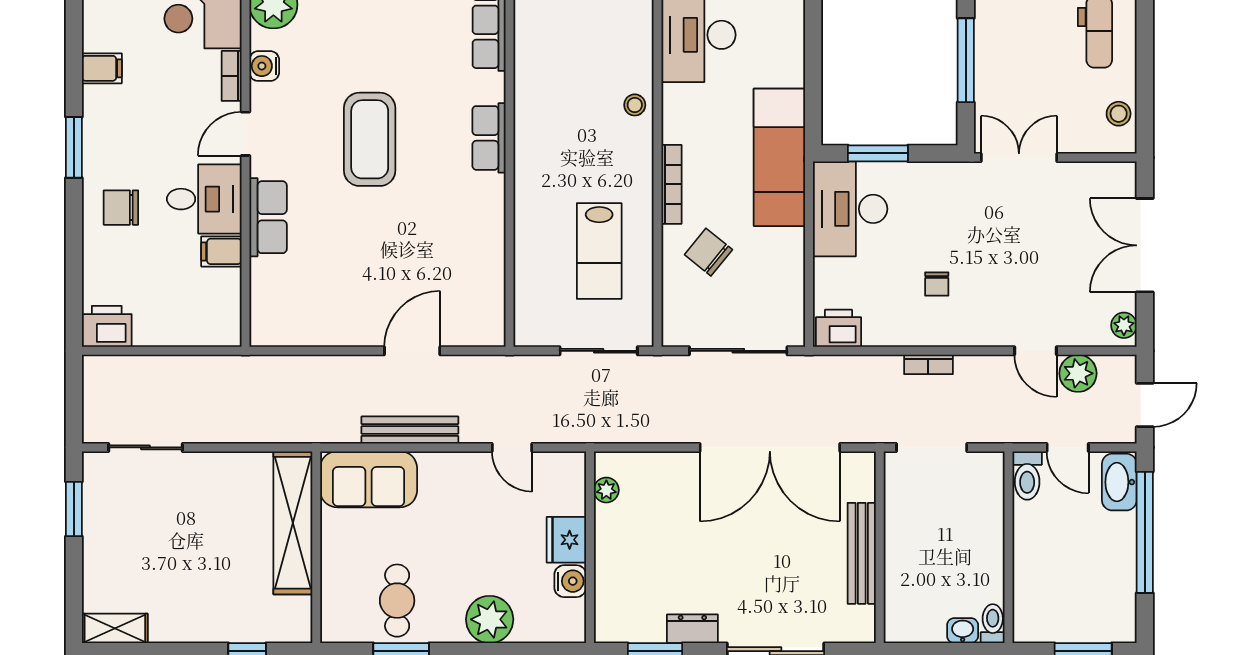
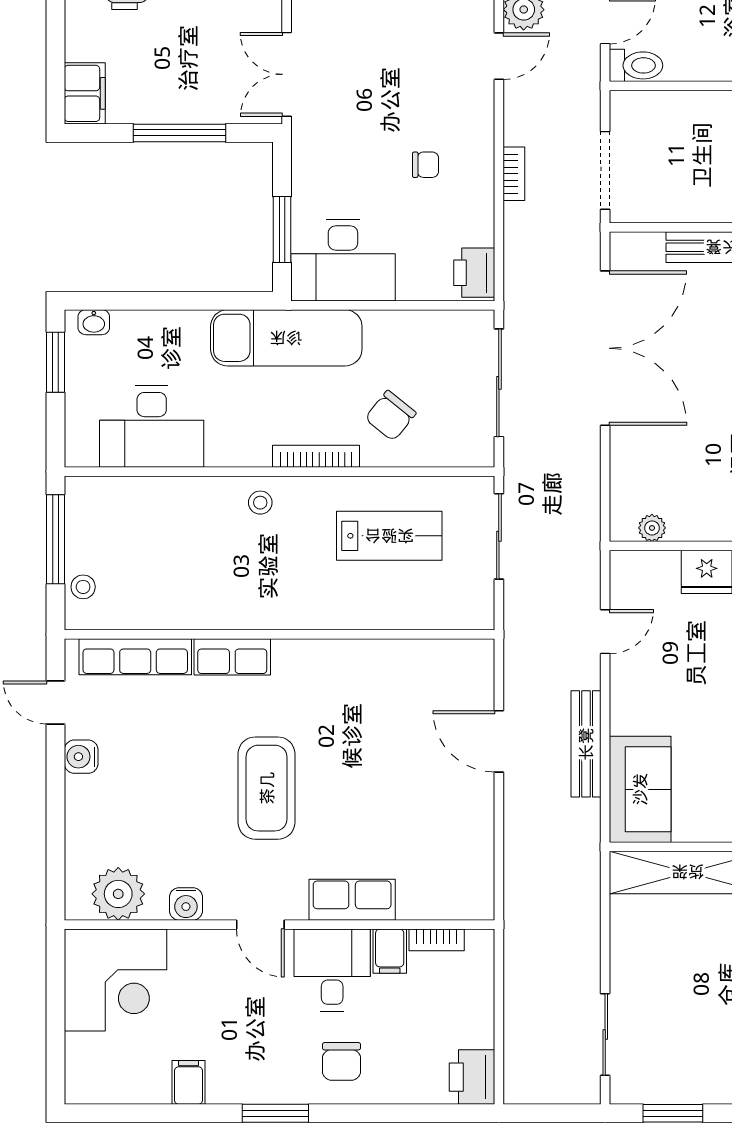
bookcase: (232, 76) -> (437, 940), moved
stool: (635, 105) -> (260, 503), moved
row of seats: (489, 138) -> (232, 657), moved
coffee table: (370, 139) -> (267, 788), turned 90

